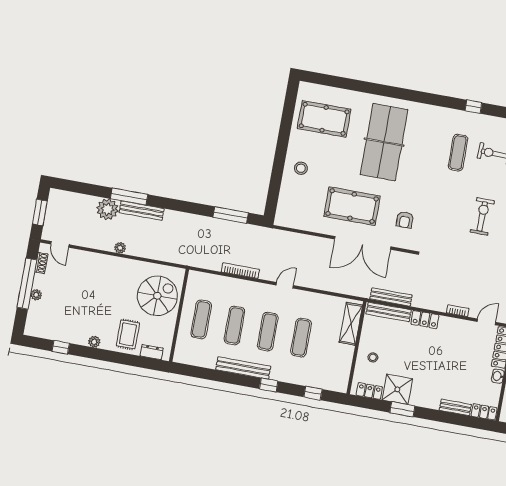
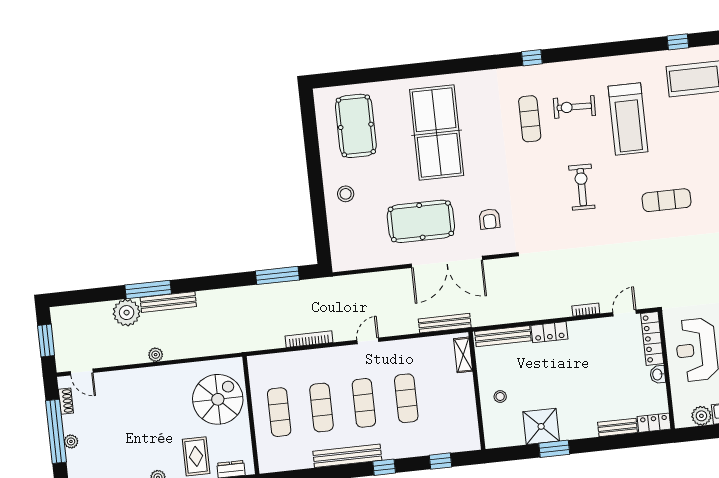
pool table: (324, 119) -> (356, 126), turned 90
bench: (391, 297) -> (445, 323), moved
shelving: (351, 324) -> (463, 355), width x0.67, depth x0.75
locker: (369, 391) -> (508, 438), removed

